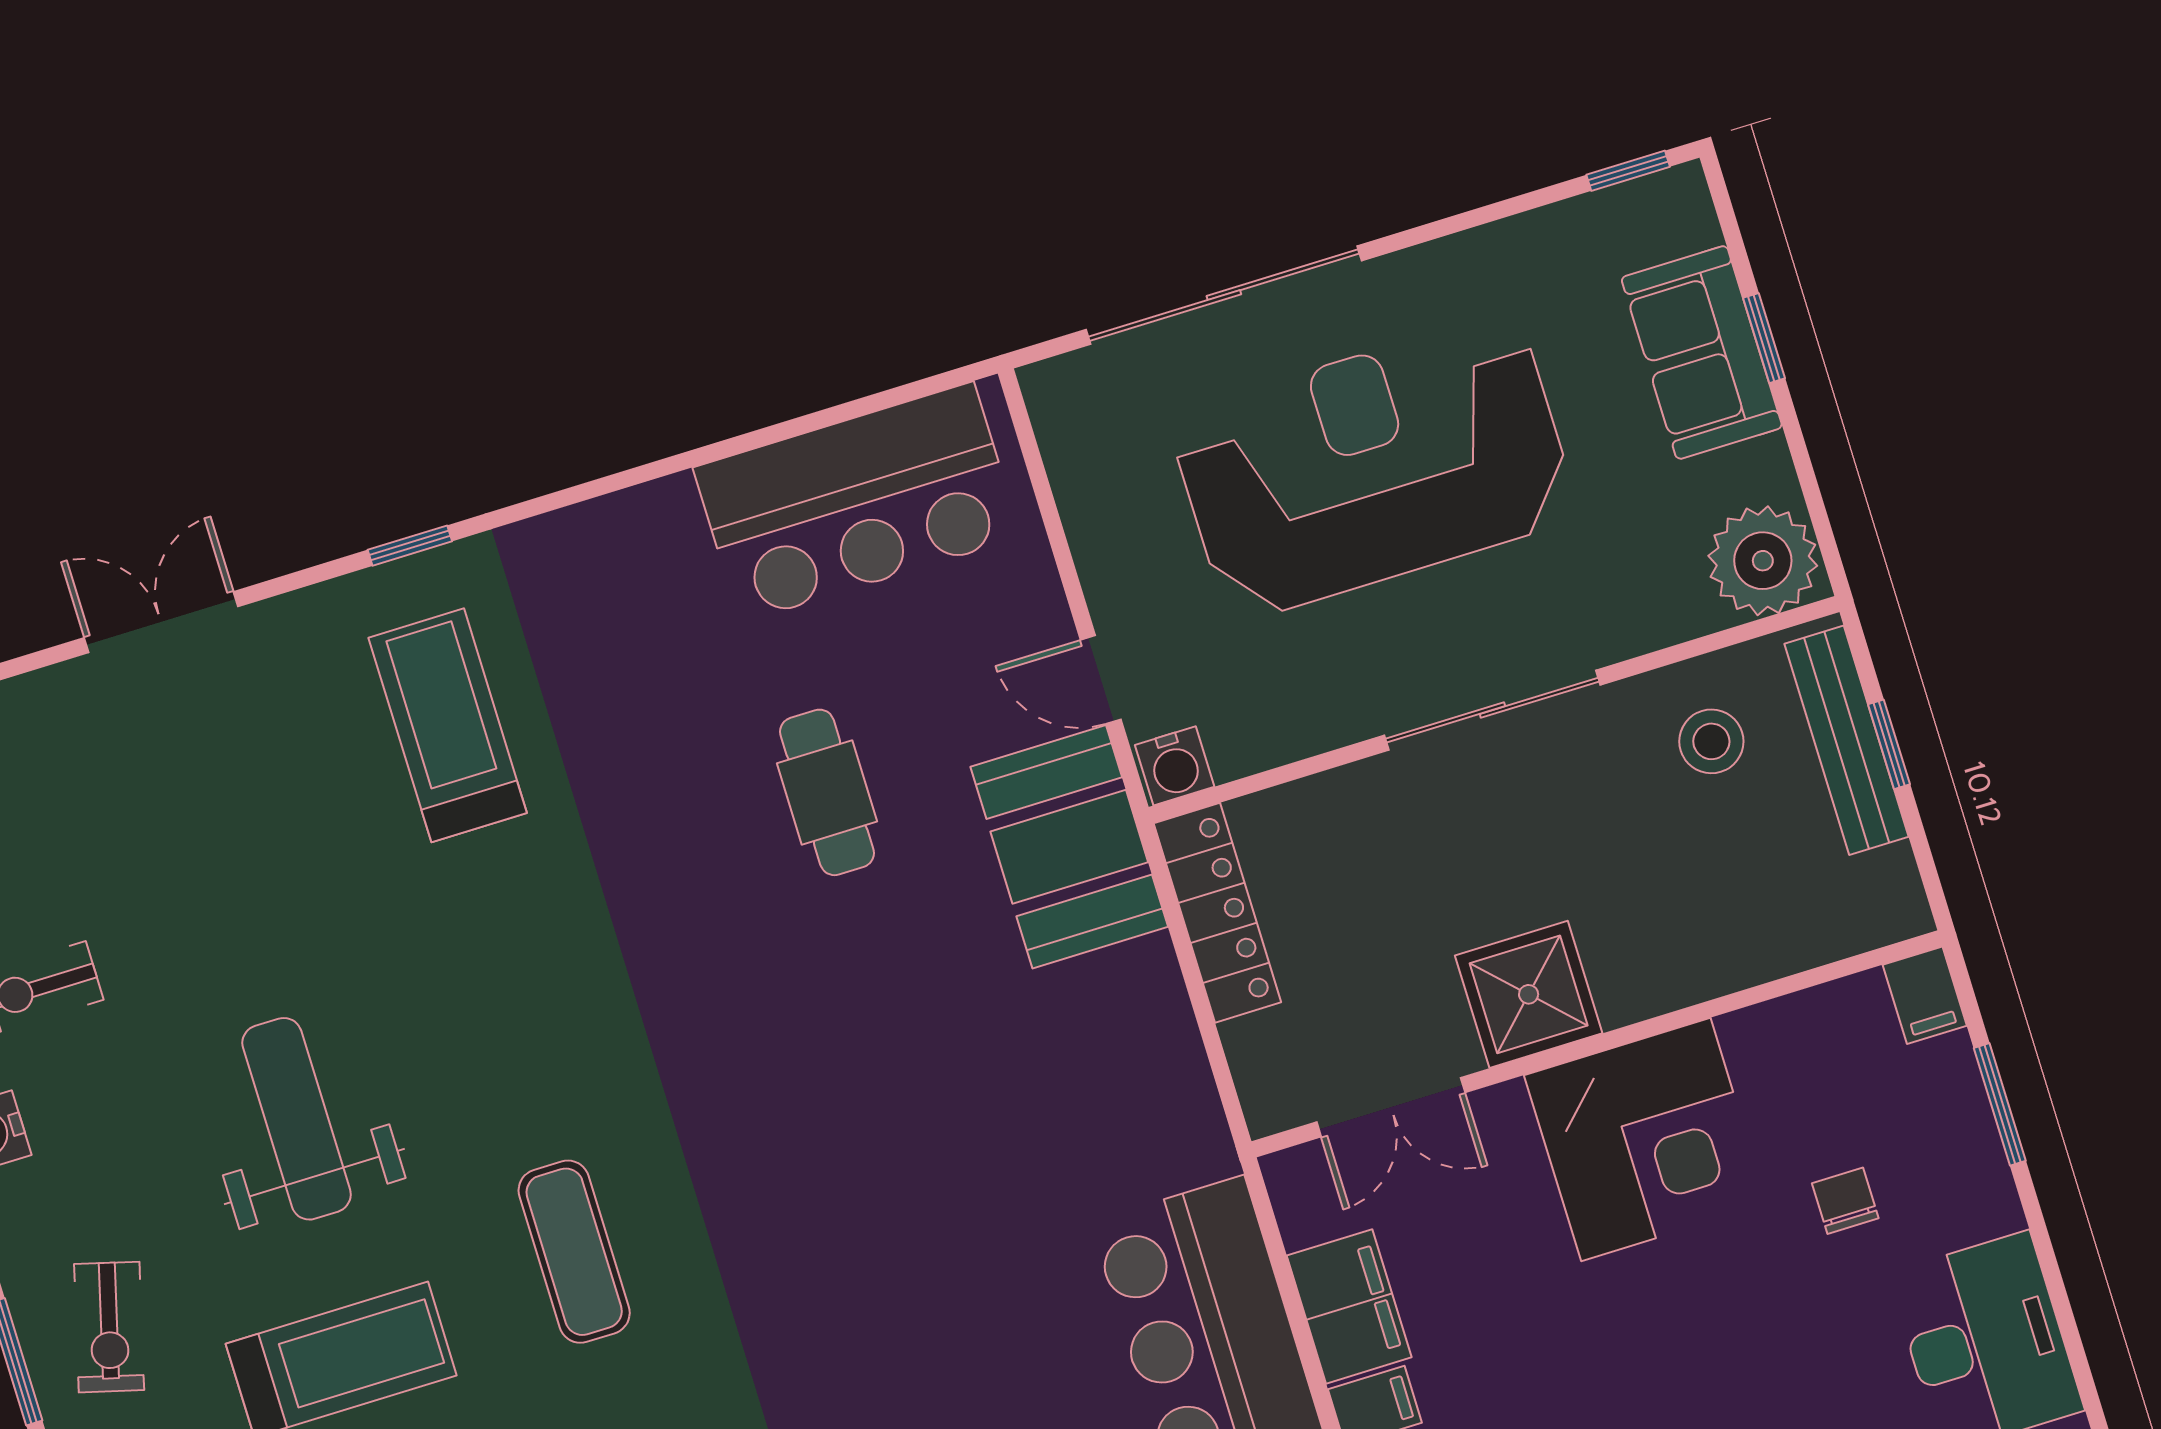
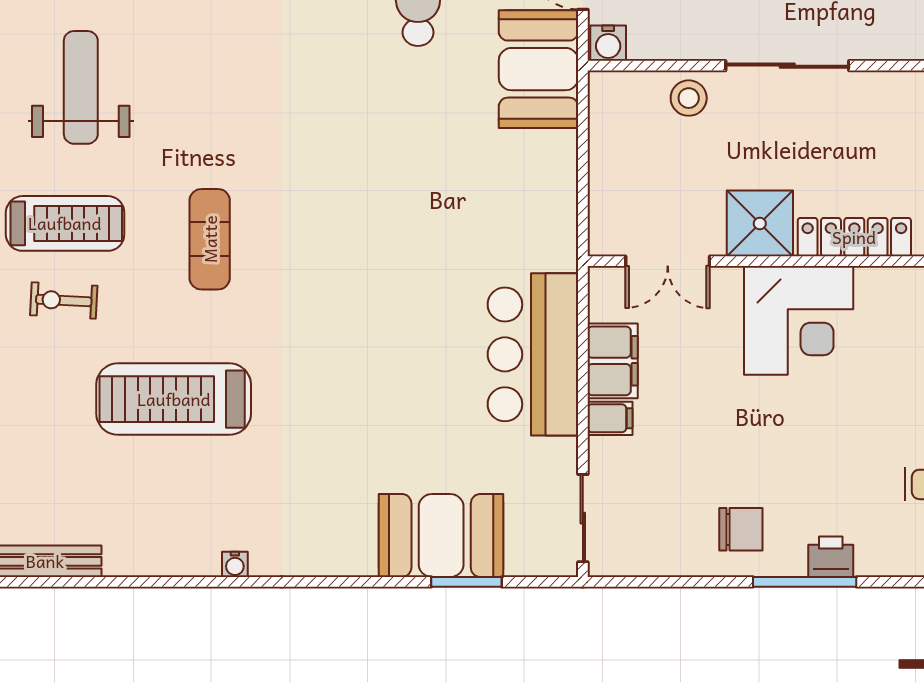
stool: (1711, 741) -> (689, 98), moved
locker: (1217, 913) -> (854, 237), moved, turned -90
chair: (1845, 1201) -> (895, 386), removed
exercise mat: (574, 1252) -> (210, 239), moved

